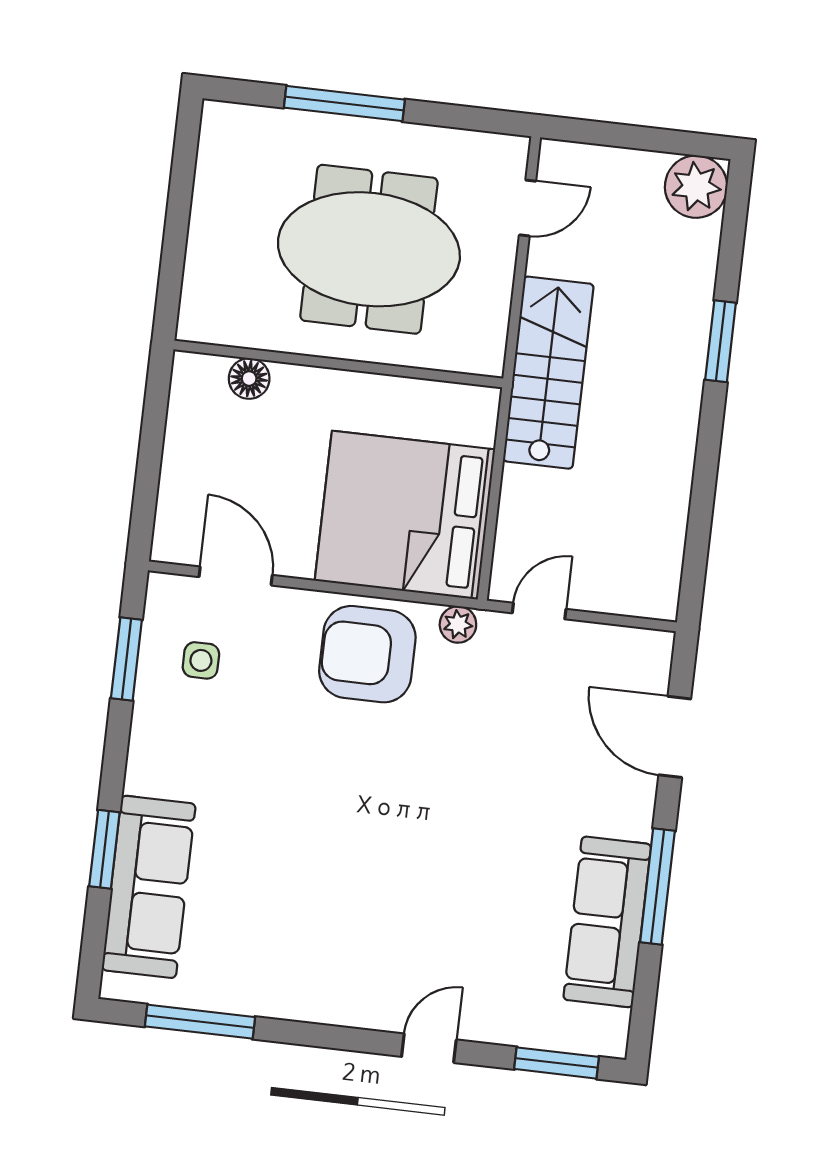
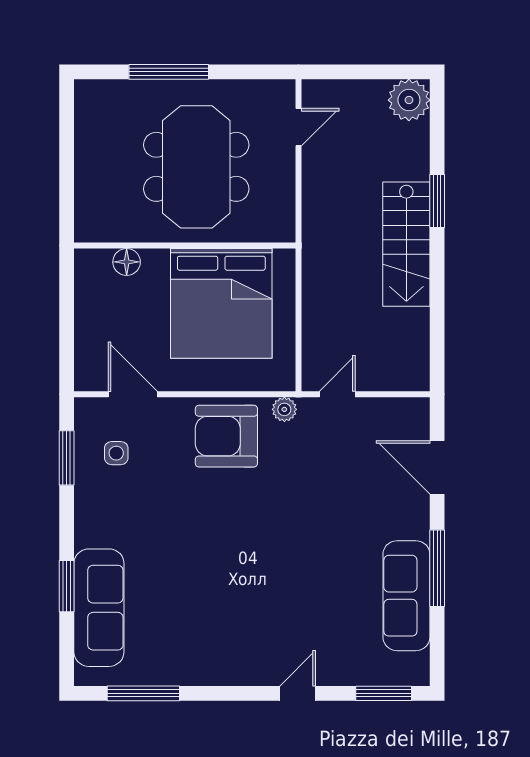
meeting table: (369, 249) -> (196, 167), turned 90
stairs: (548, 373) -> (406, 244), moved, turned 180
bed: (405, 515) -> (221, 303), moved, turned -90

